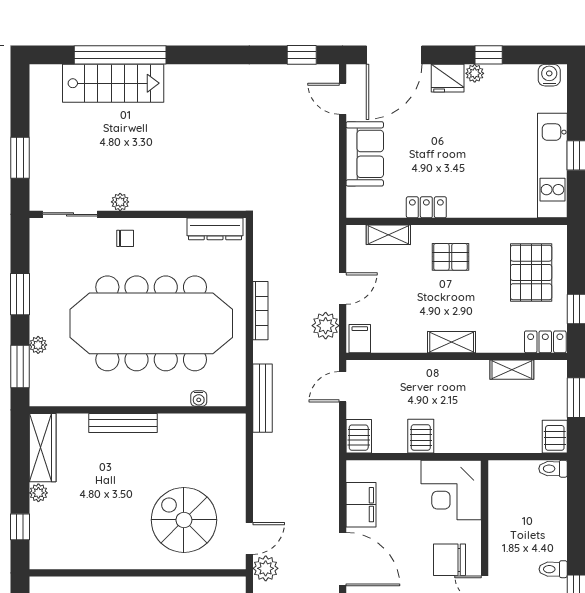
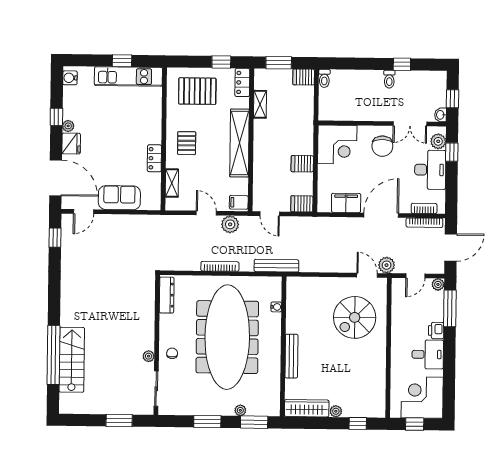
shelving: (452, 342) -> (239, 143), width x2.20, depth x1.33

